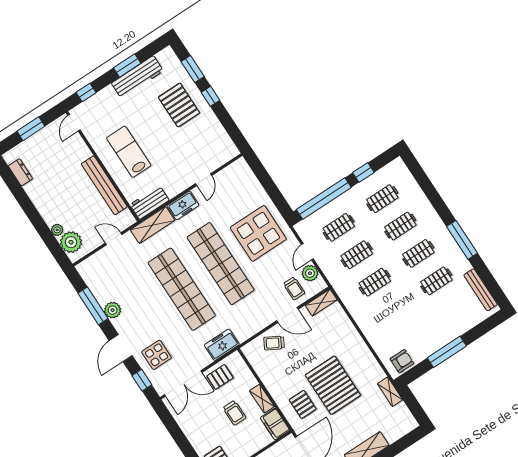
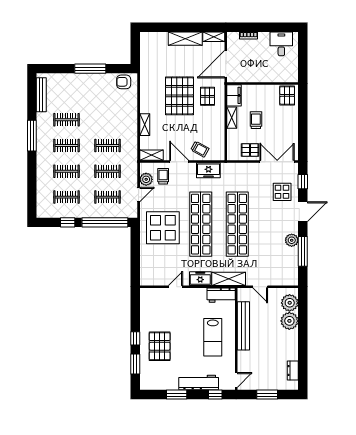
workbench: (137, 77) -> (199, 383), moved
plant: (57, 230) -> (289, 321), width x1.87, depth x1.87
freezer: (222, 345) -> (208, 170), moved
shelving: (390, 392) -> (145, 125), moved

